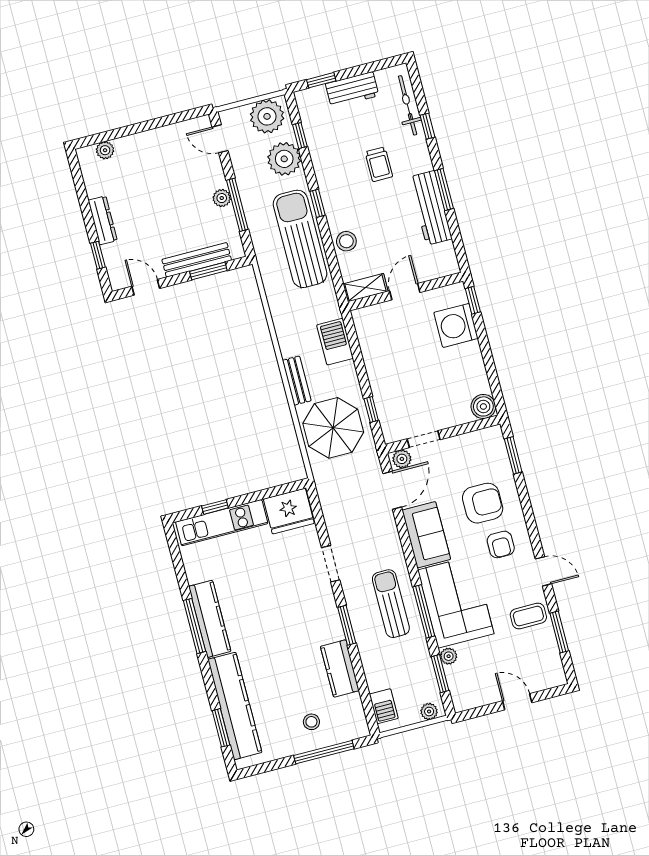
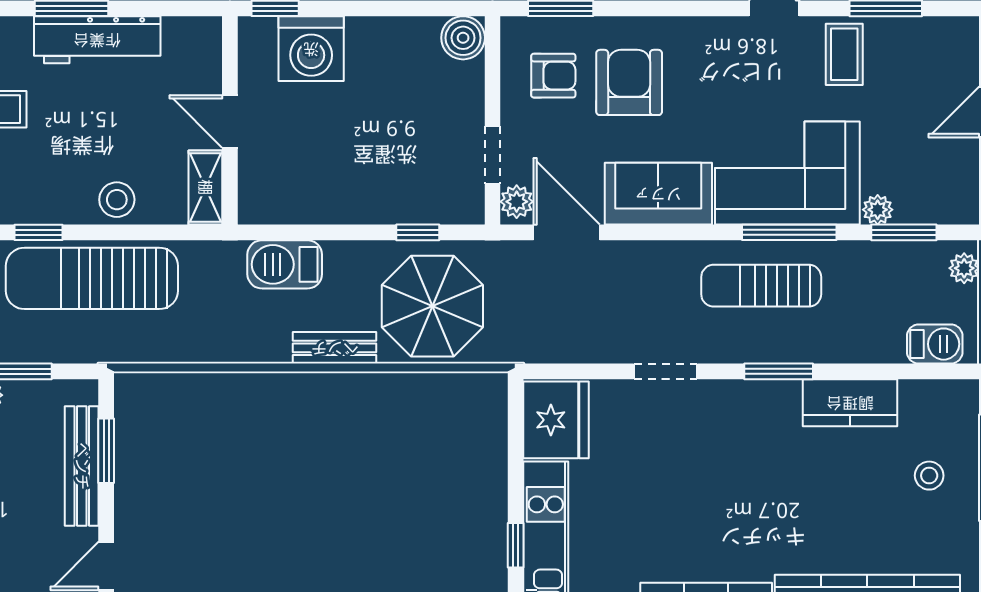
armchair: (501, 544) -> (553, 76), moved

